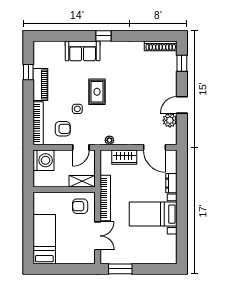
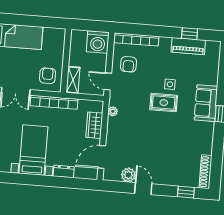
sofa: (83, 51) -> (206, 103), moved
piano: (40, 84) -> (188, 46), moved
side table: (77, 109) -> (170, 84), moved

